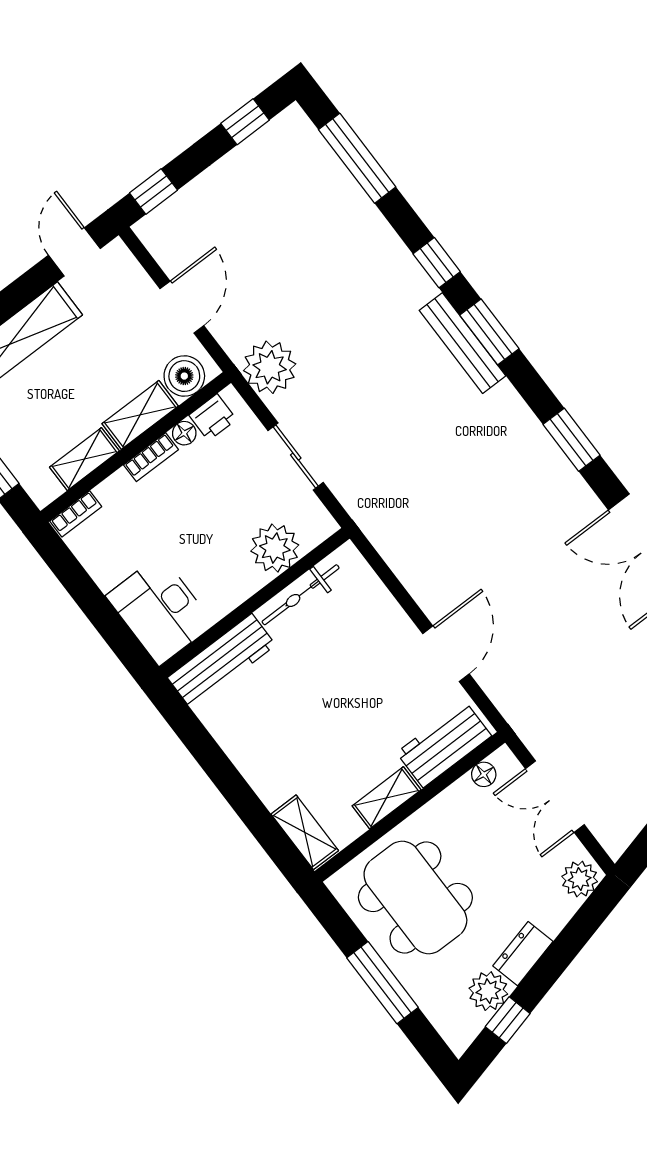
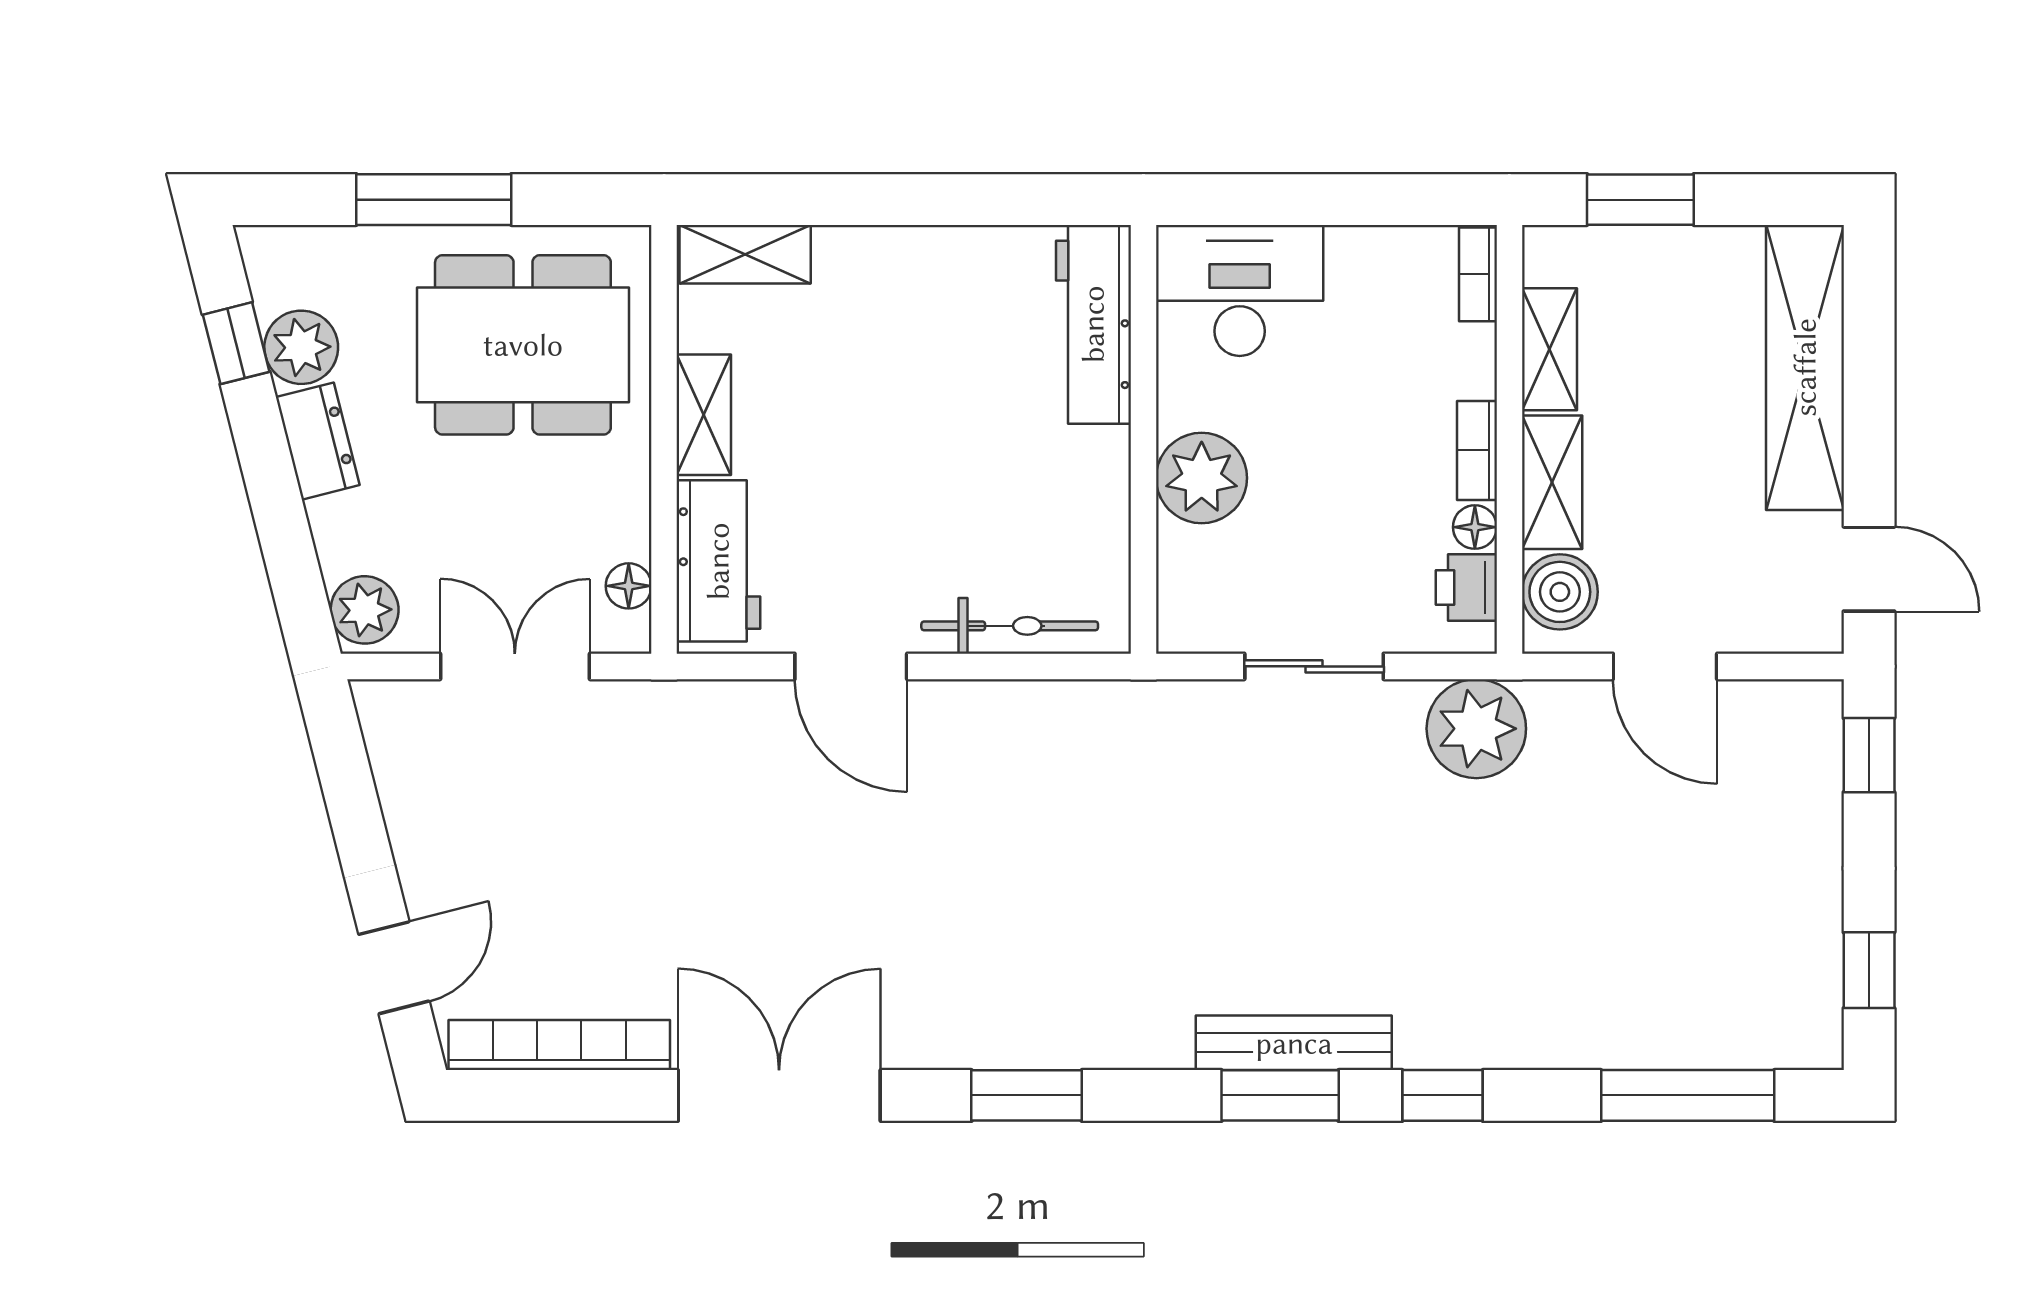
plant: (275, 548) -> (1202, 478), moved
bicycle: (301, 595) -> (1010, 626), moved, turned 90

